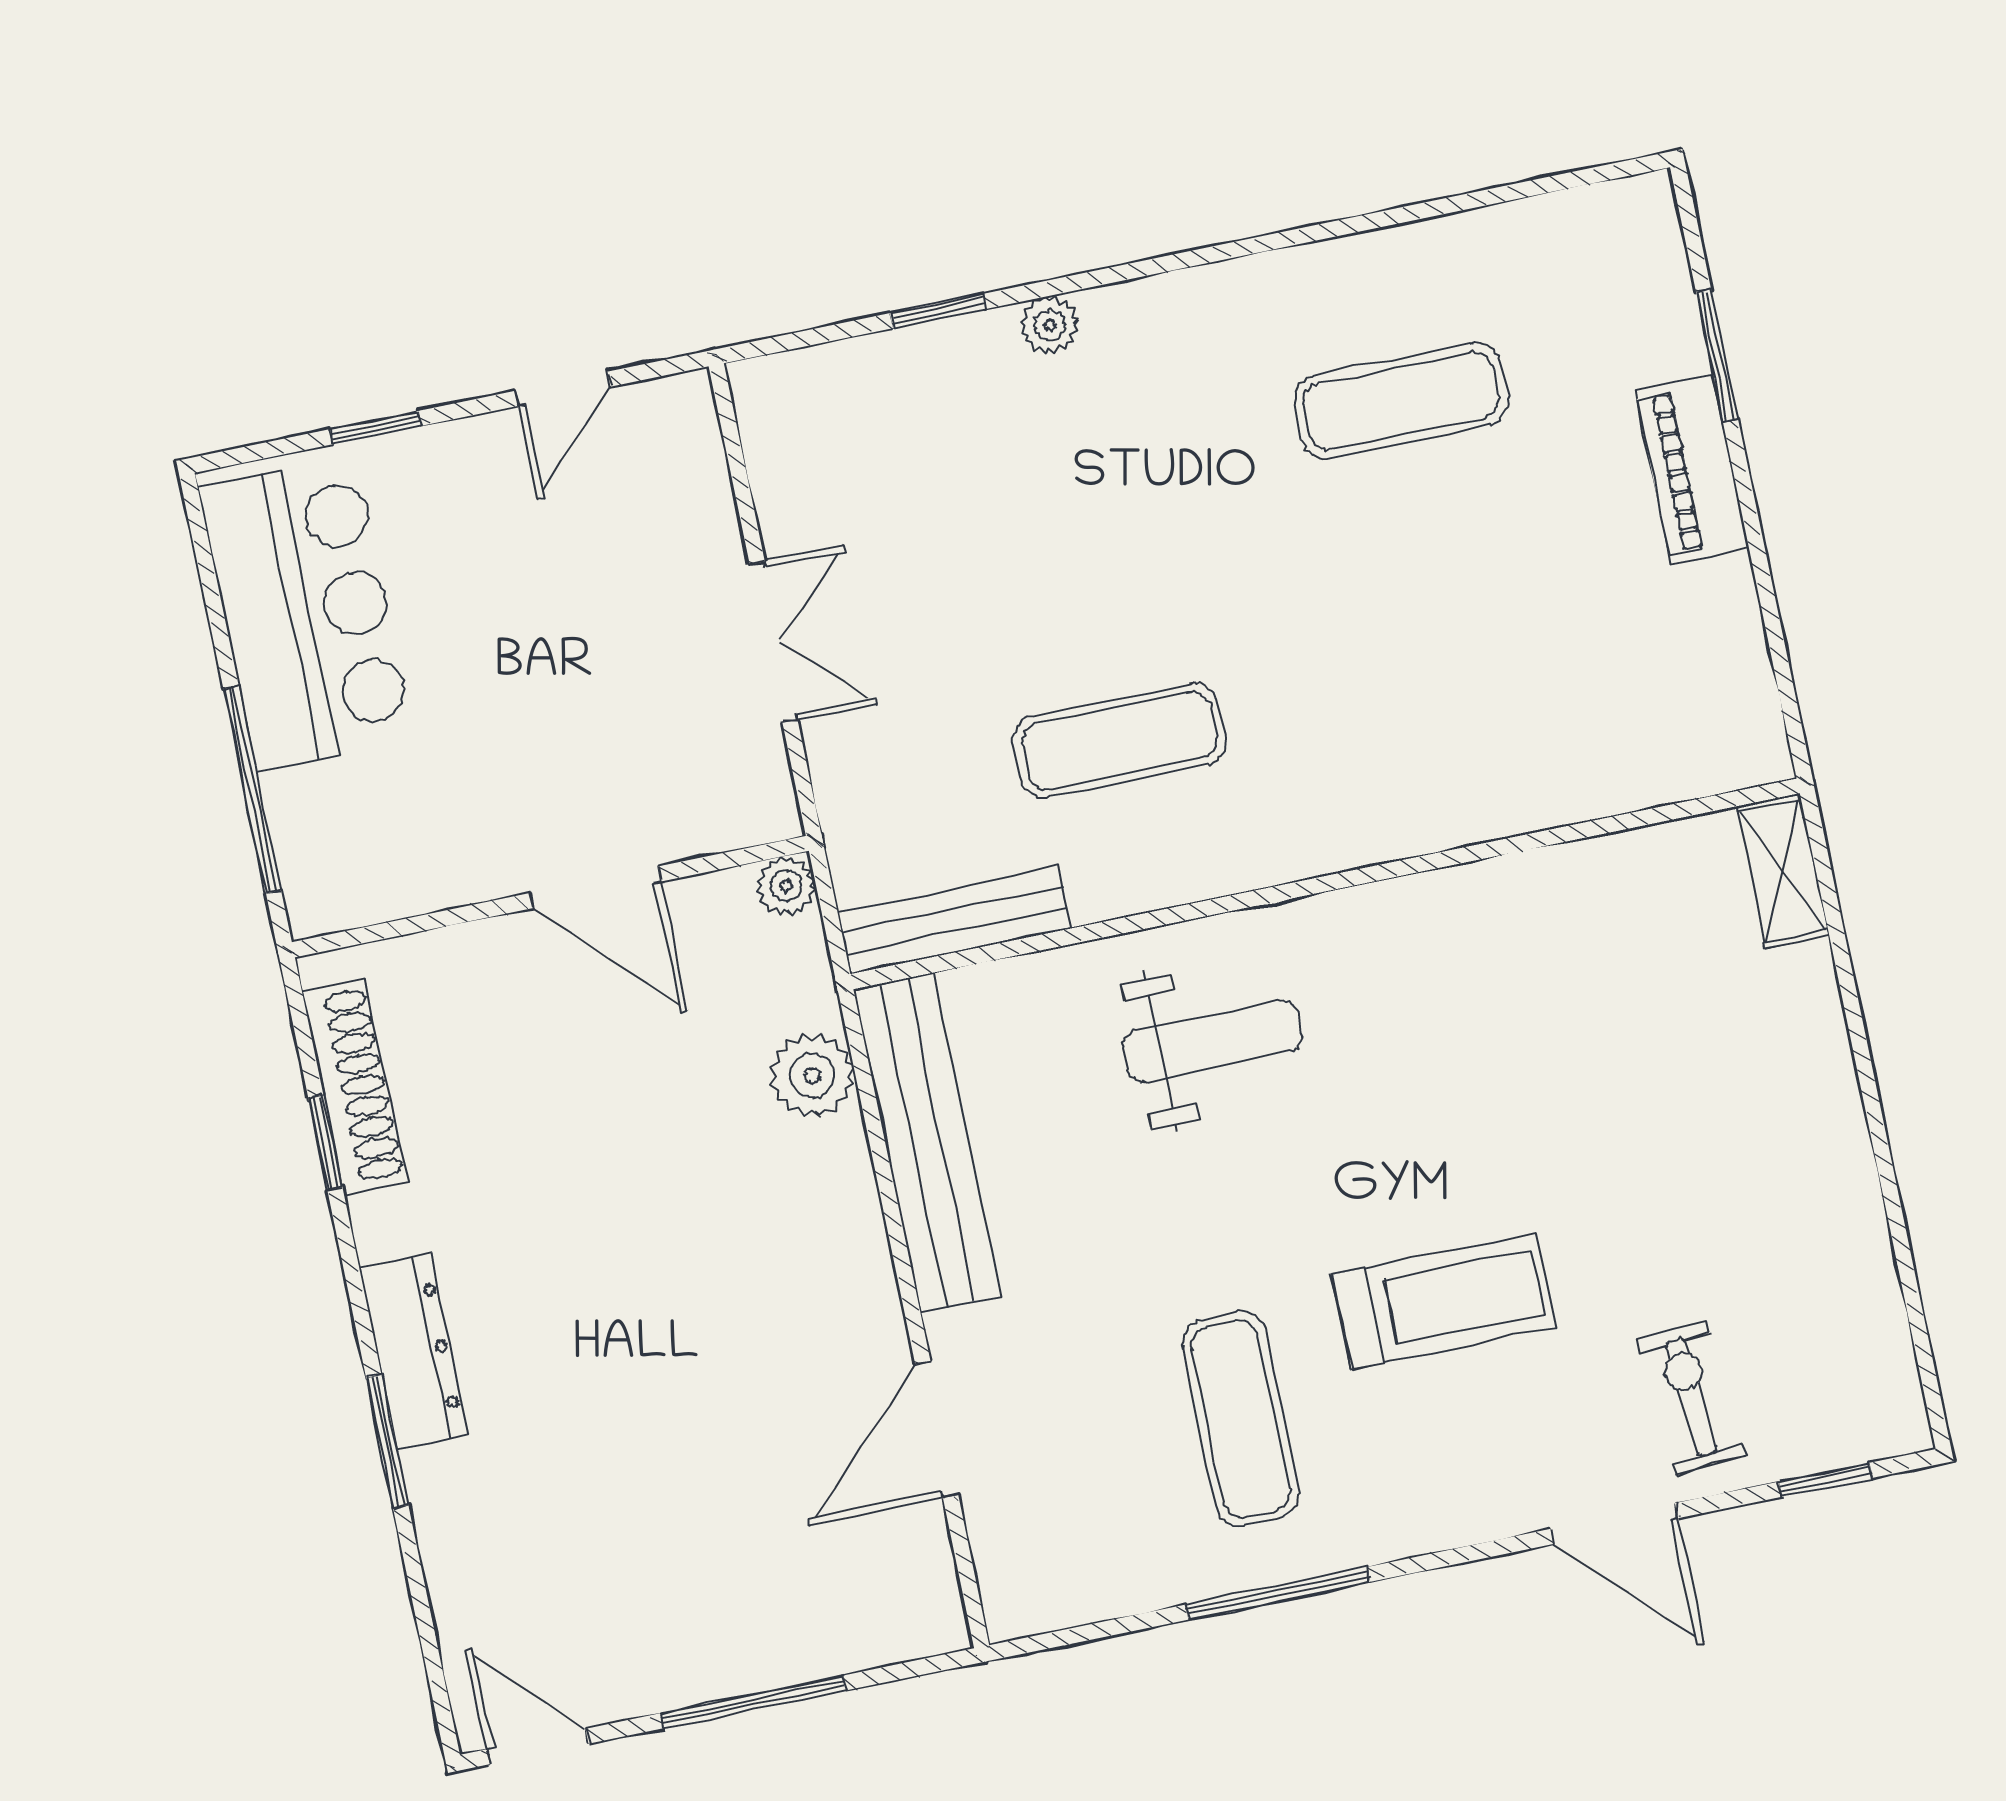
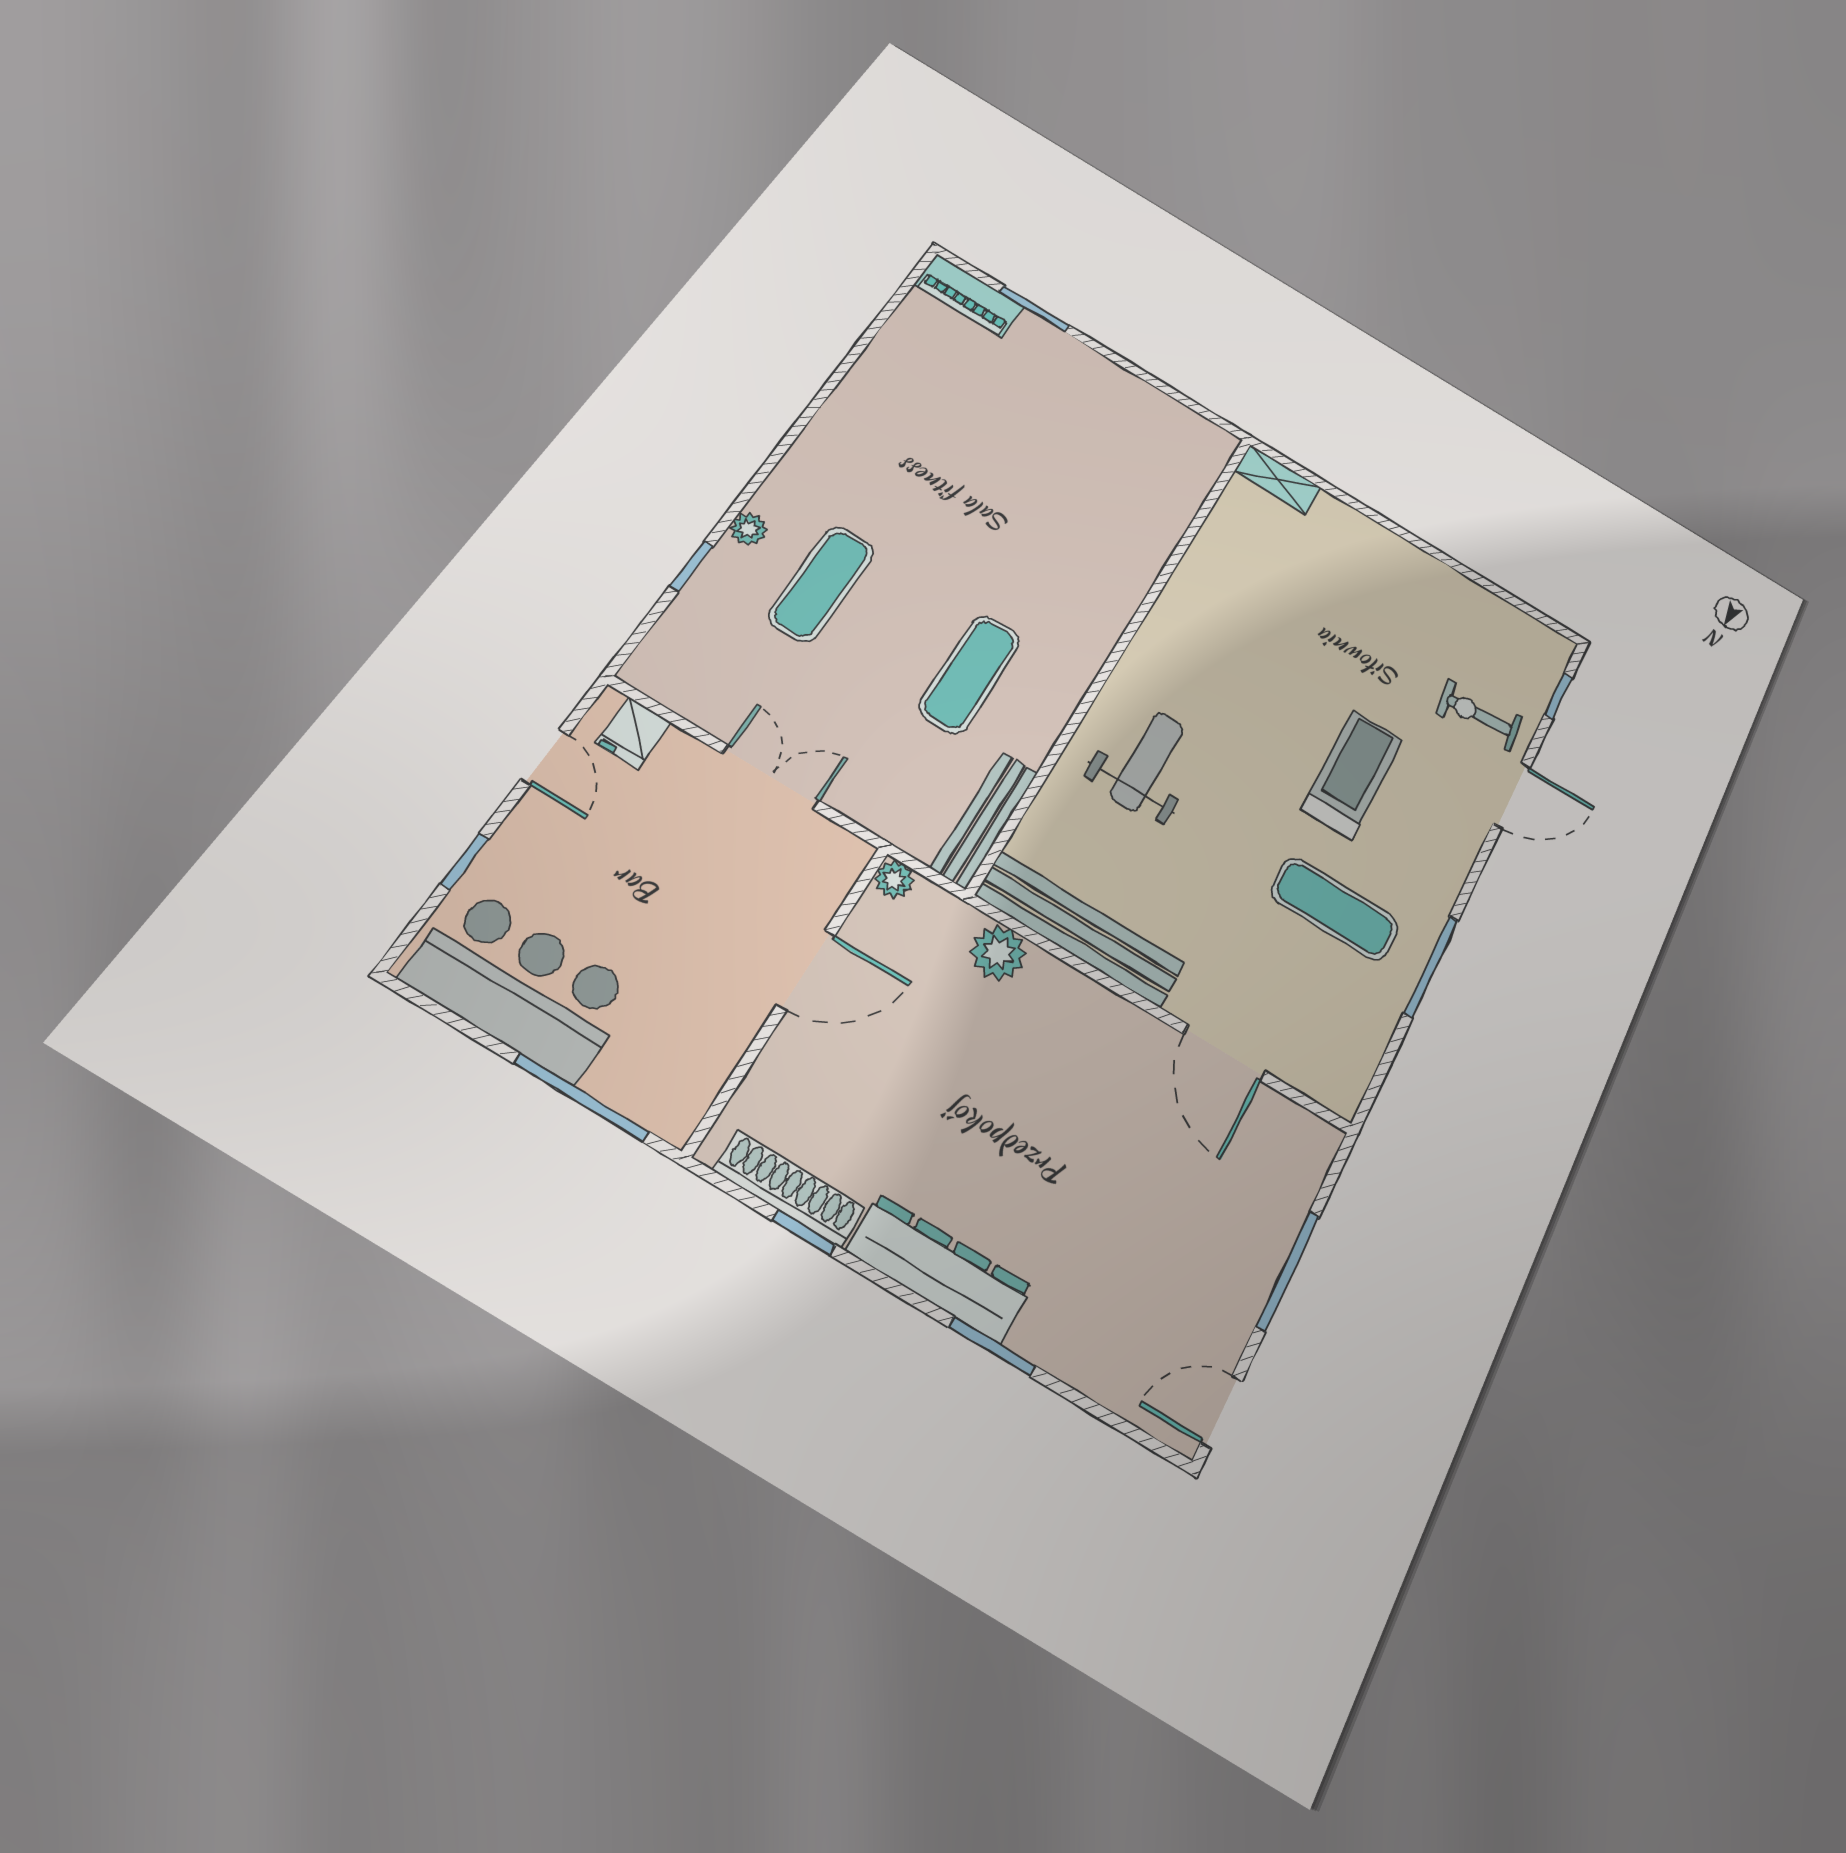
exercise mat: (1401, 401) -> (821, 584), moved
fridge: (681, 450) -> (634, 733), added
piano: (1692, 469) -> (969, 296), moved
dresser: (414, 1352) -> (939, 1269), width x1.37, depth x1.24

